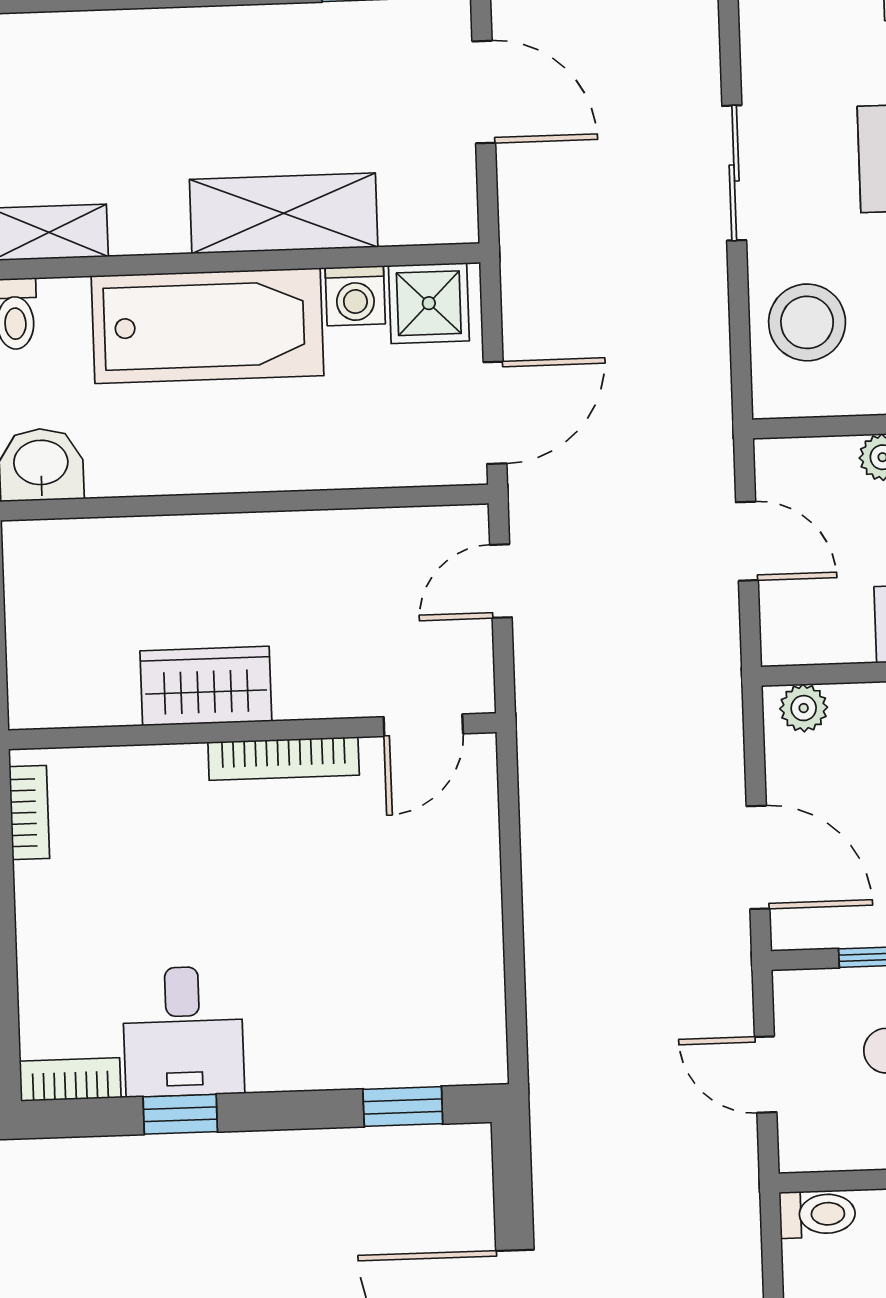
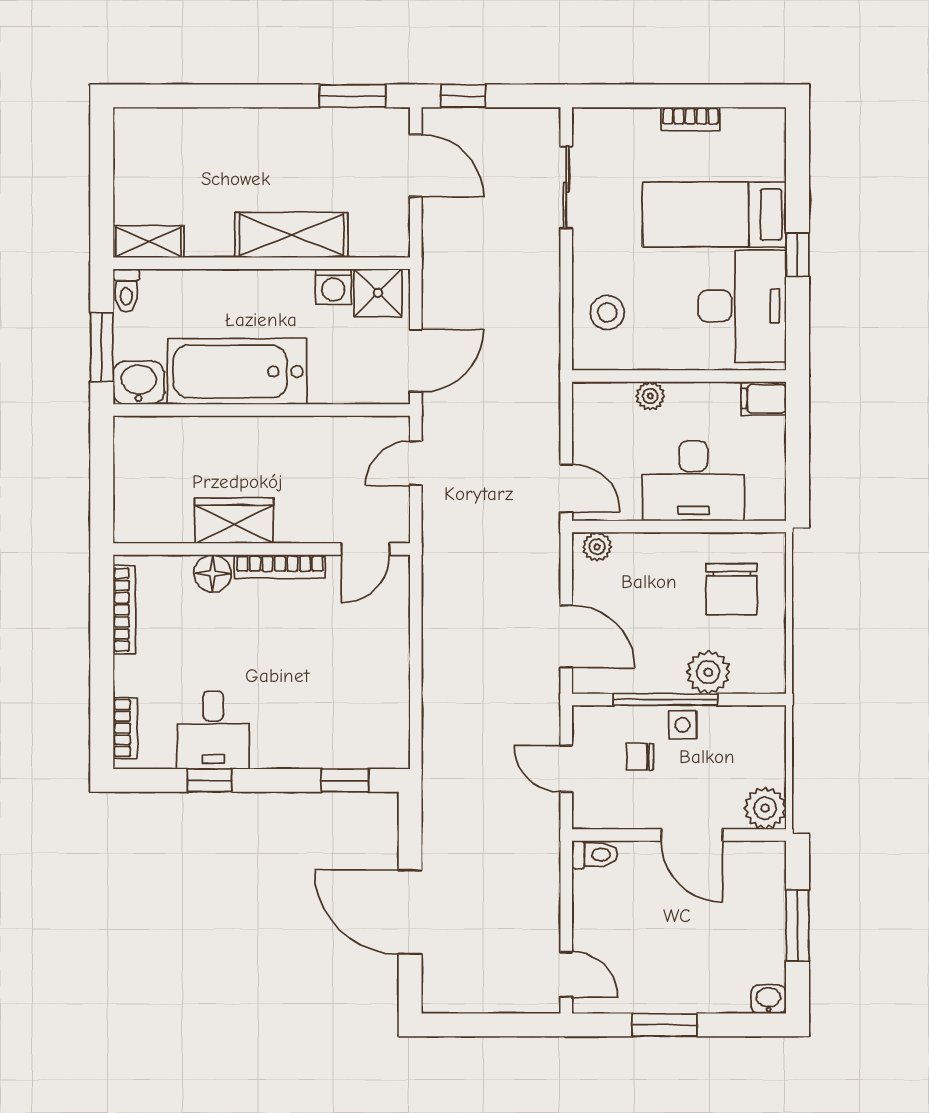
sliding door: (734, 173) -> (566, 188), moved
stool: (807, 322) -> (607, 312), width x0.73, depth x0.73
bathtub: (208, 326) -> (237, 371), moved, turned 180
door: (747, 541) -> (566, 488), moved
floor lamp: (173, 774) -> (213, 573), added
bookcase: (29, 813) -> (124, 610), width x1.56
bookcase: (70, 1079) -> (125, 728), moved, turned 90

